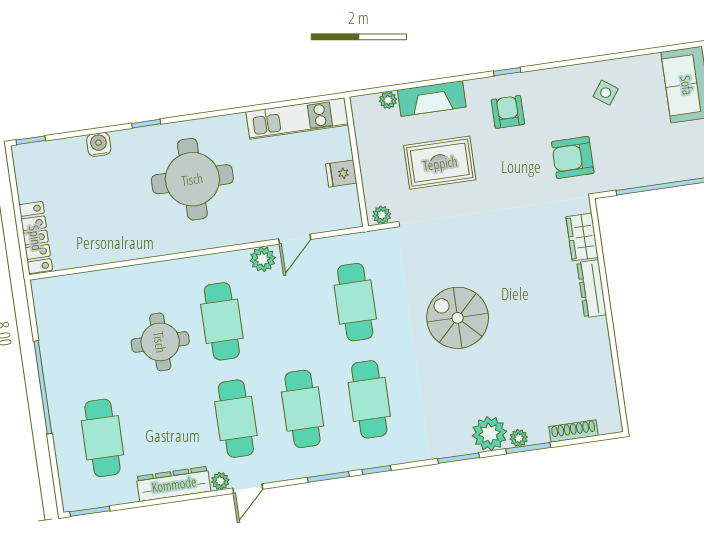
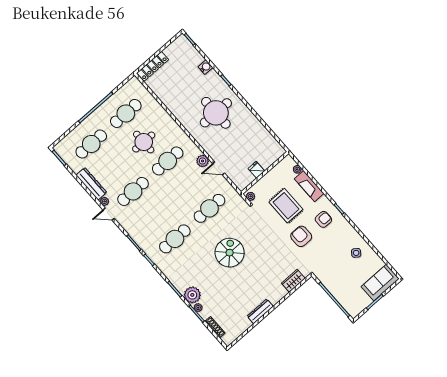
kitchen unit: (297, 118) -> (267, 138), removed
armchair: (573, 157) -> (301, 236), moved
dresser: (592, 289) -> (260, 311), moved
cafe table: (303, 409) -> (126, 113), moved

